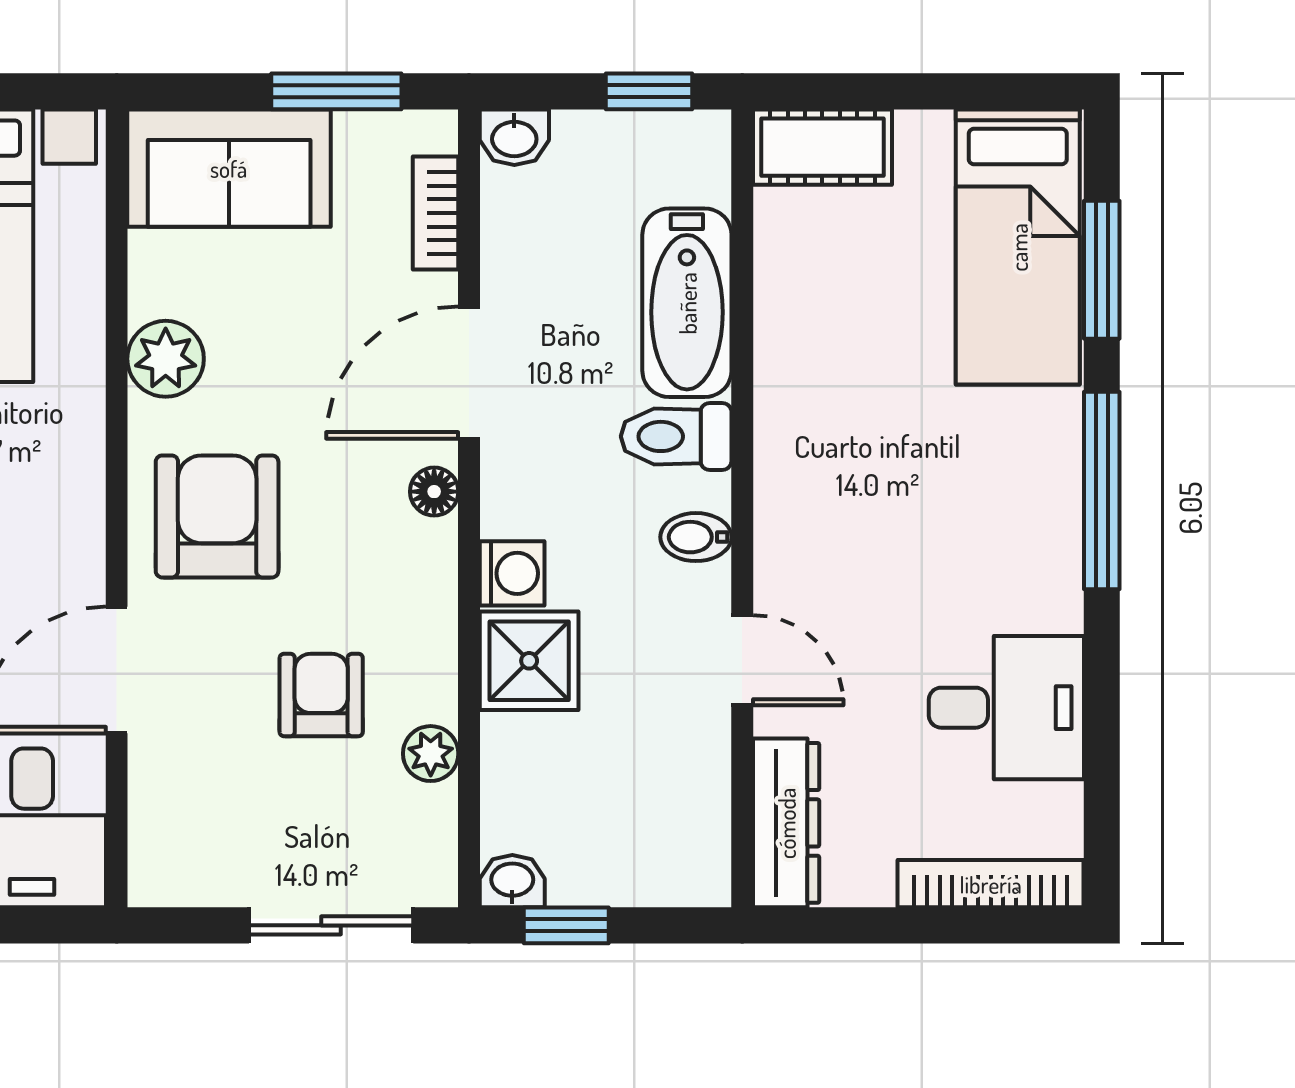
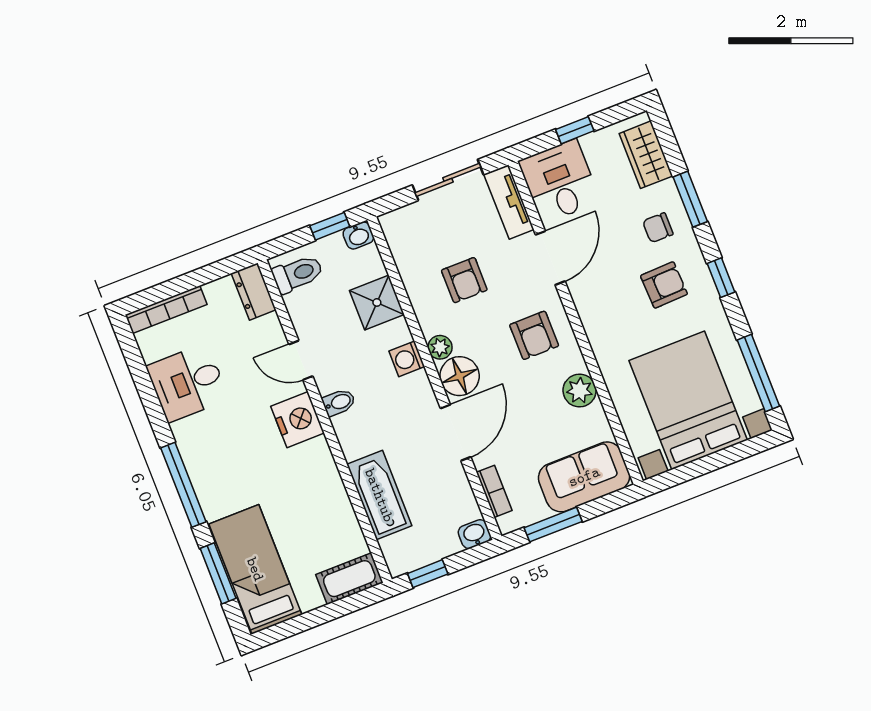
toilet: (676, 436) -> (298, 274), moved
floor lamp: (434, 492) -> (460, 376), width x1.89, depth x1.89
armchair: (217, 516) -> (534, 335), width x0.72, depth x0.72
nightstand: (800, 535) -> (298, 420), added
shower: (529, 661) -> (377, 302), moved
plant: (431, 754) -> (440, 347), moved
dresser: (786, 823) -> (254, 292), width x0.70
tv unit: (158, 826) -> (509, 202), added
sliding door: (331, 925) -> (448, 180), moved

